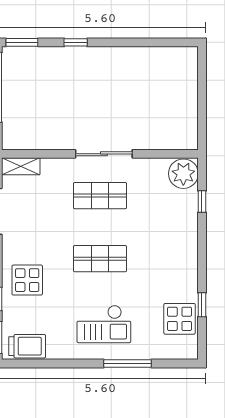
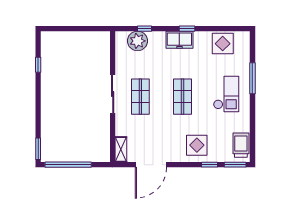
window: (76, 42) -> (38, 65), moved
plant: (183, 174) -> (137, 41), moved
freezer: (185, 254) -> (179, 40), added
window: (202, 305) -> (187, 29), moved

